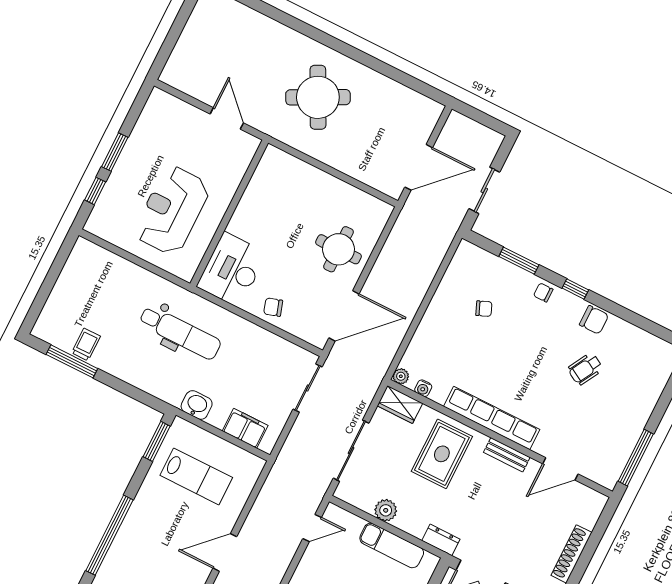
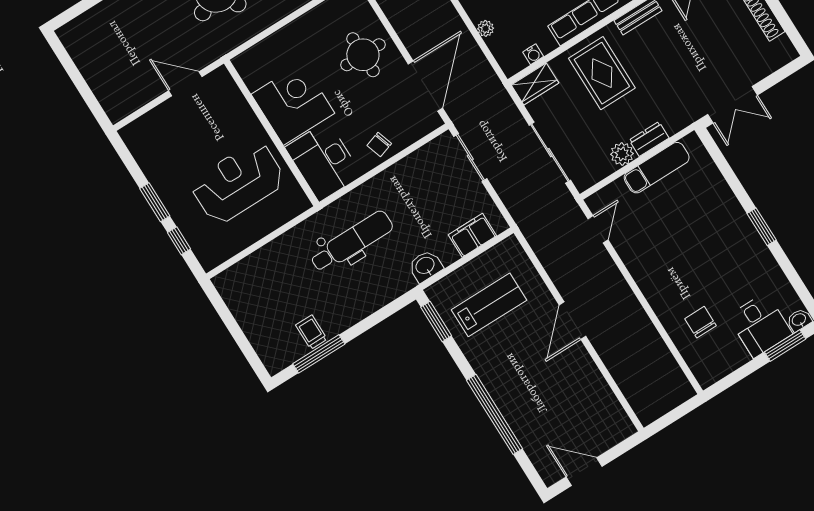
reception desk: (172, 210) -> (238, 182), turned 90
corner desk: (264, 216) -> (293, 104), added
plant: (401, 376) -> (486, 28), moved
dresser: (441, 540) -> (649, 139), moved

